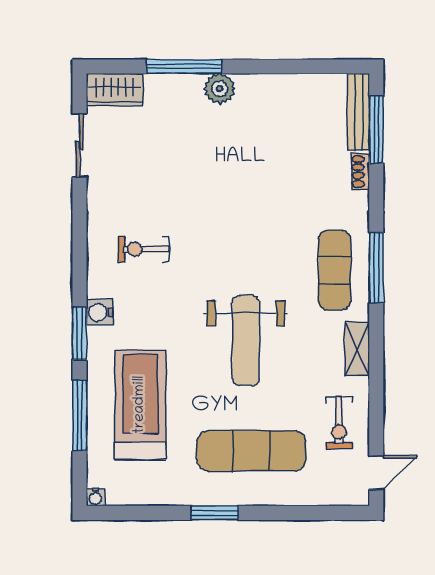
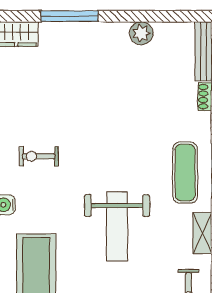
plant: (220, 89) -> (141, 33), moved

